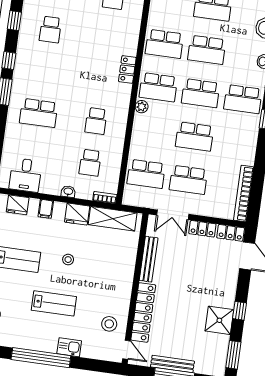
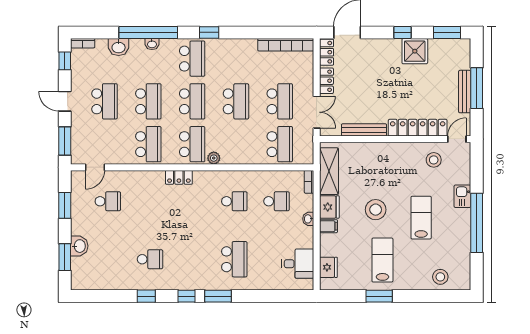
filing cabinet: (46, 209) -> (328, 226), moved
stool: (68, 260) -> (376, 210), width x1.89, depth x1.89

